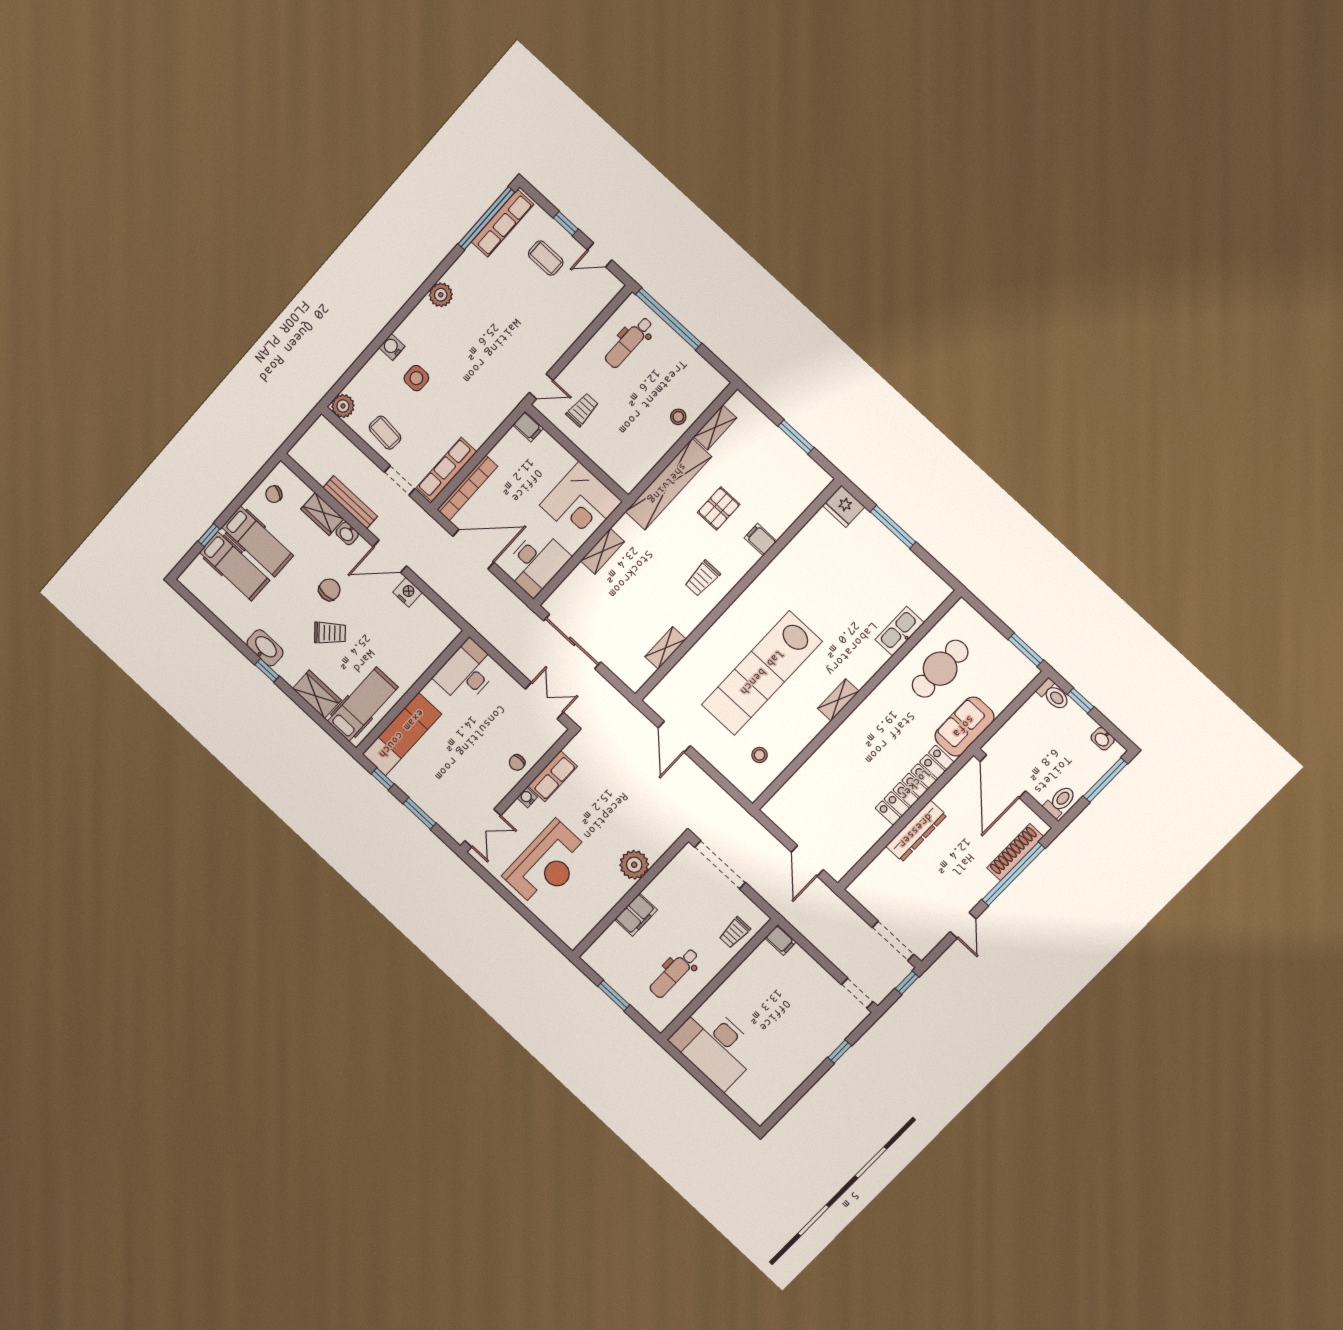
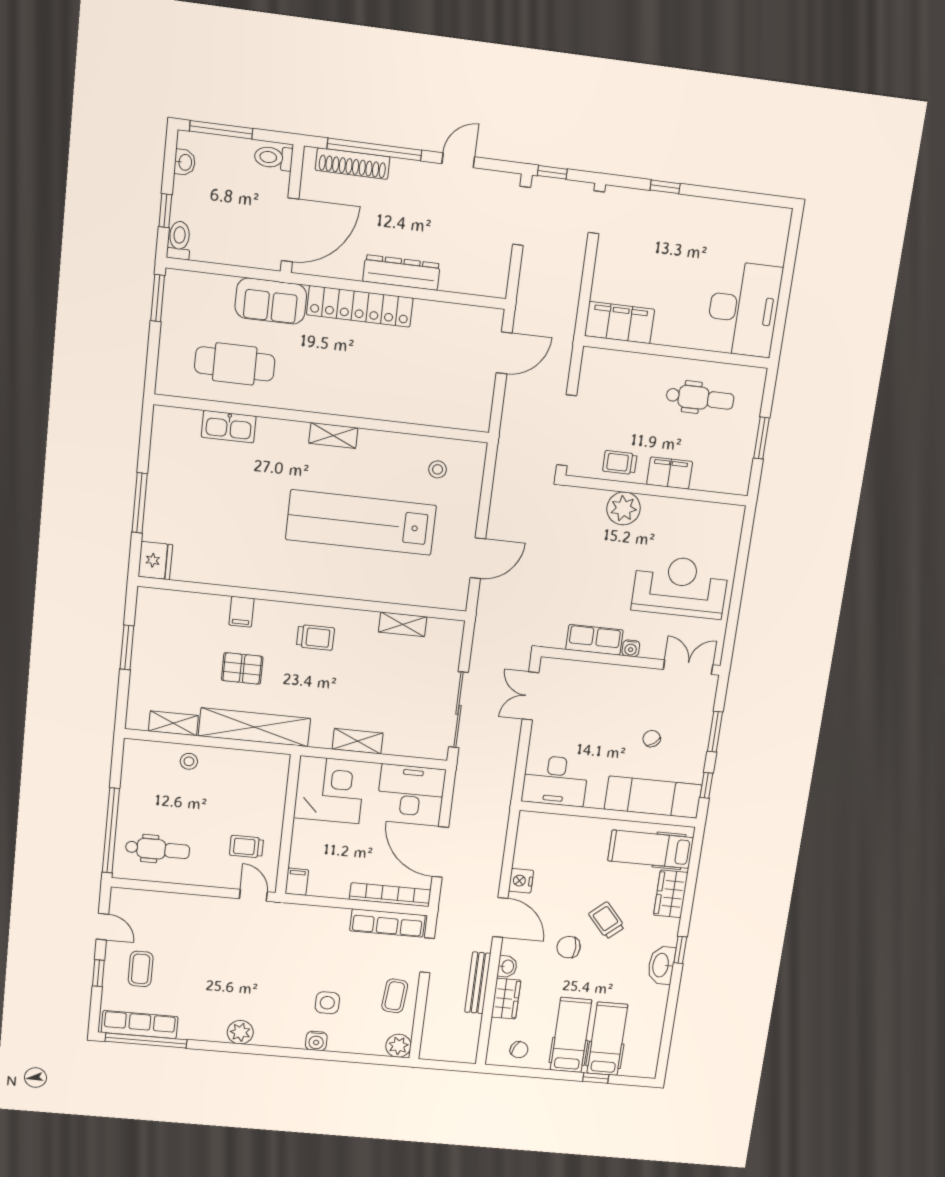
lab bench: (762, 673) -> (361, 522), turned 180
chair: (517, 763) -> (652, 739), moved, turned -128
trolley: (735, 933) -> (620, 462), moved, turned 180
filing cabinet: (781, 940) -> (619, 323), width x3.00, depth x1.17

